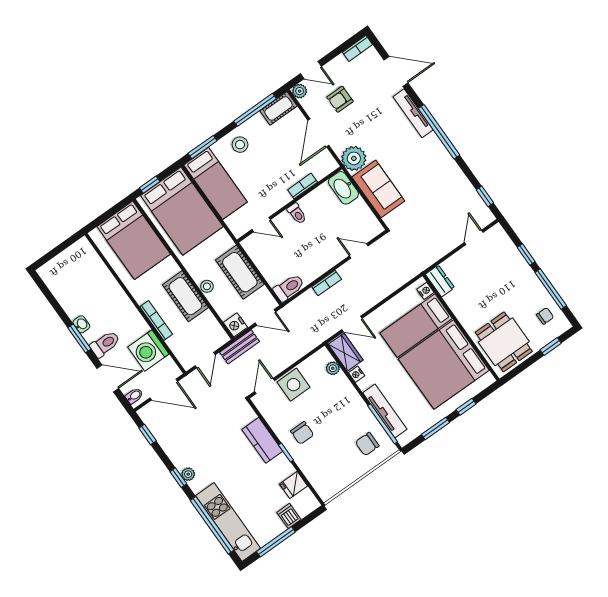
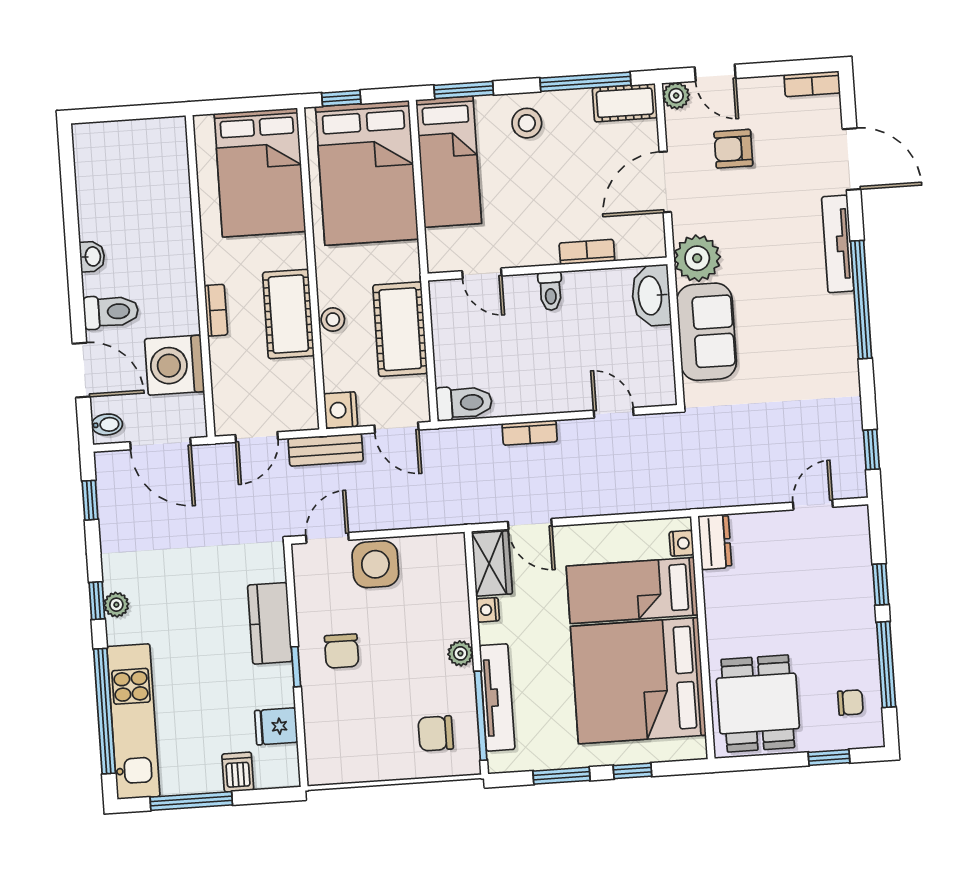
bookcase: (156, 321) -> (216, 310), width x0.64
window: (79, 338) -> (75, 277), removed
plant: (333, 368) -> (460, 653), moved

